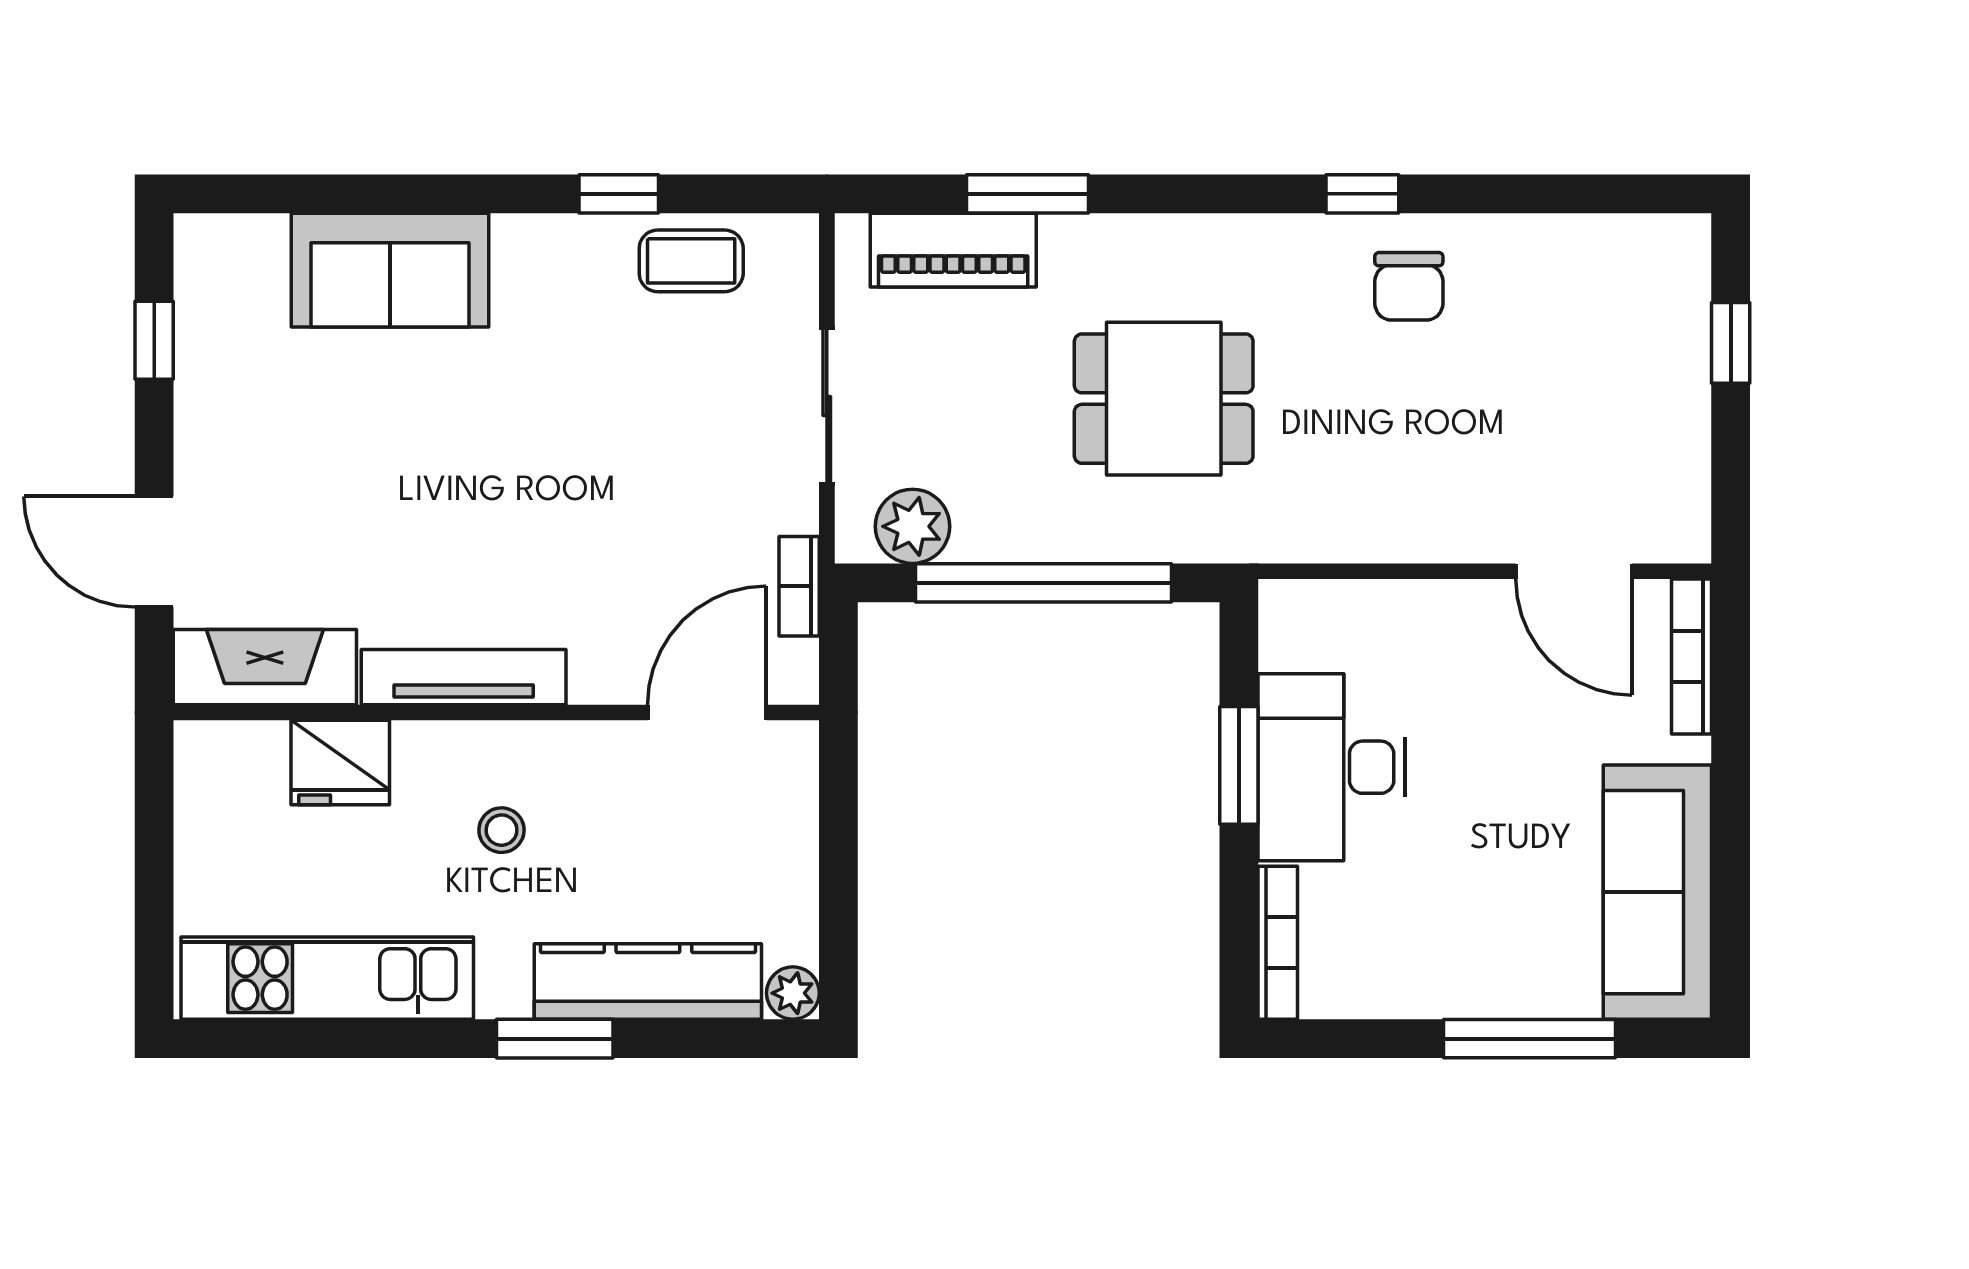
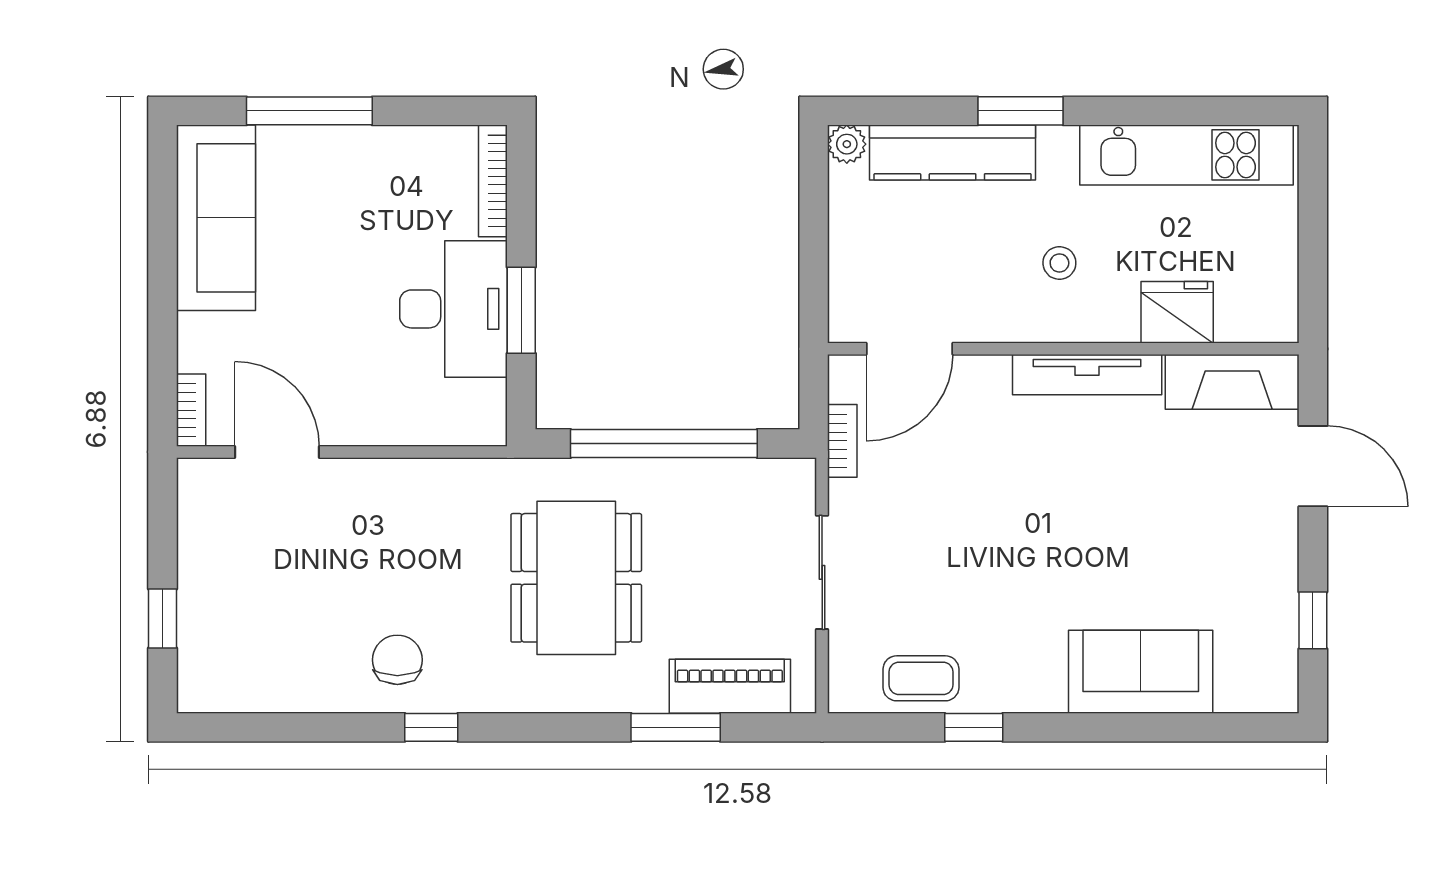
dining table: (1164, 399) -> (576, 578), width x1.38
plant: (912, 526) -> (760, 485), removed
bookcase: (1692, 656) -> (191, 410), width x0.64

